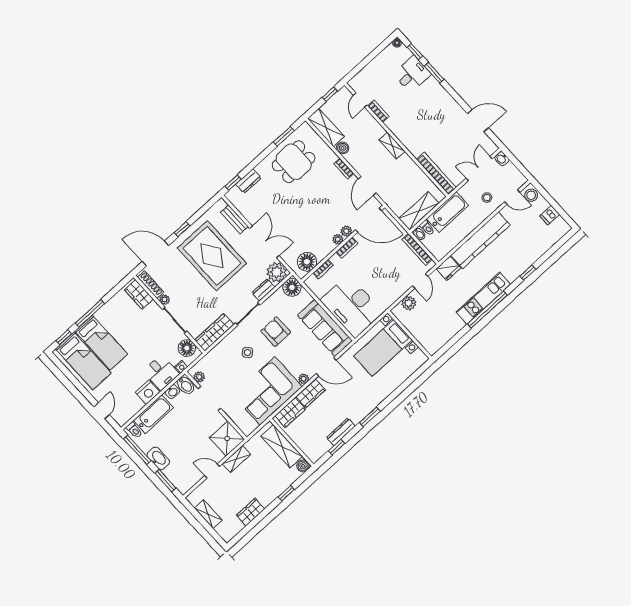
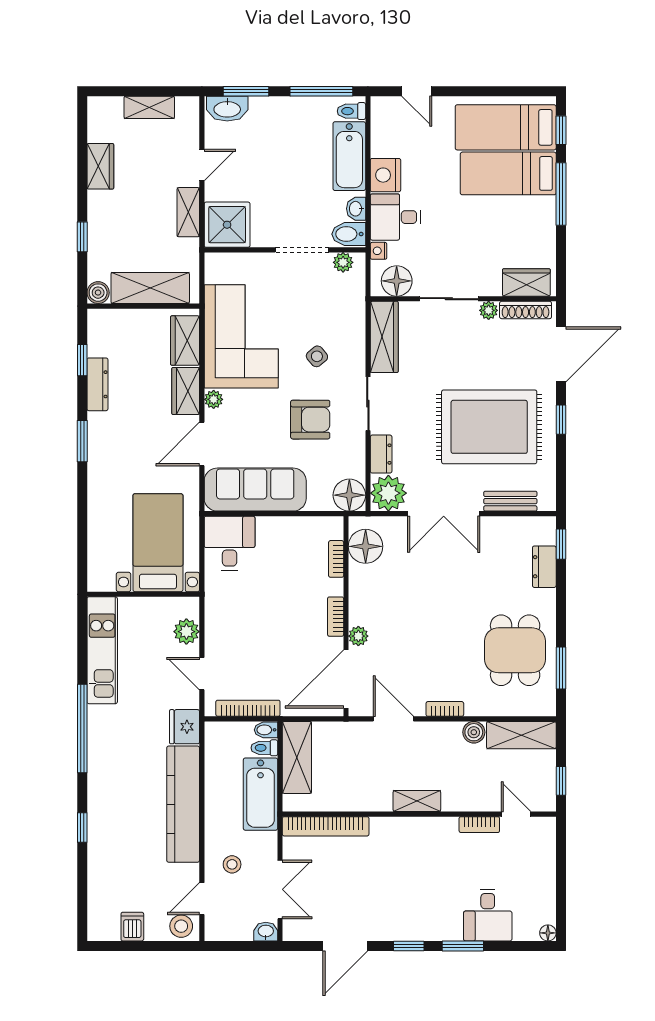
window: (415, 52) -> (409, 946), moved
plant: (338, 239) -> (358, 615), removed
kitchen unit: (483, 298) -> (102, 650), moved
desk: (352, 306) -> (230, 543), width x0.53, depth x0.77
washbasin: (158, 458) -> (227, 109), moved

